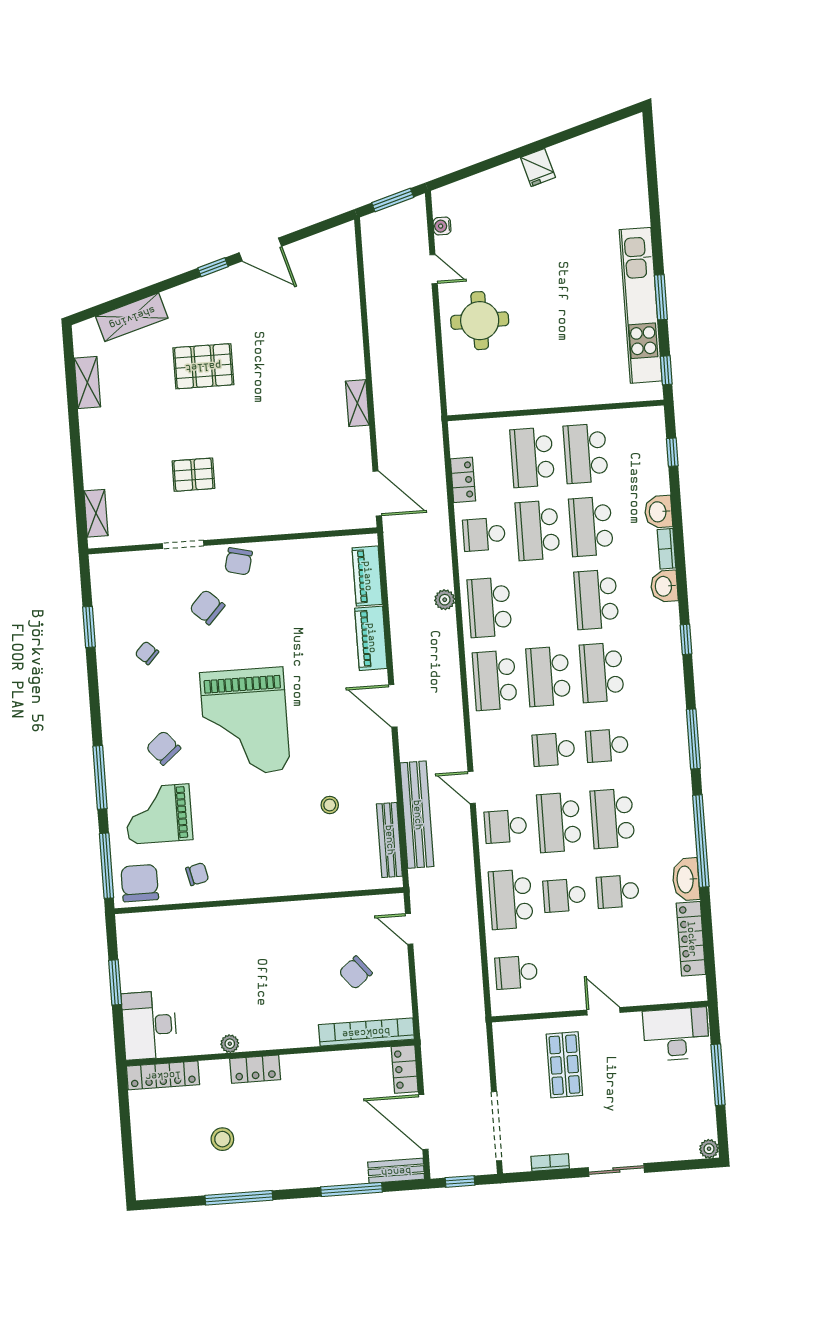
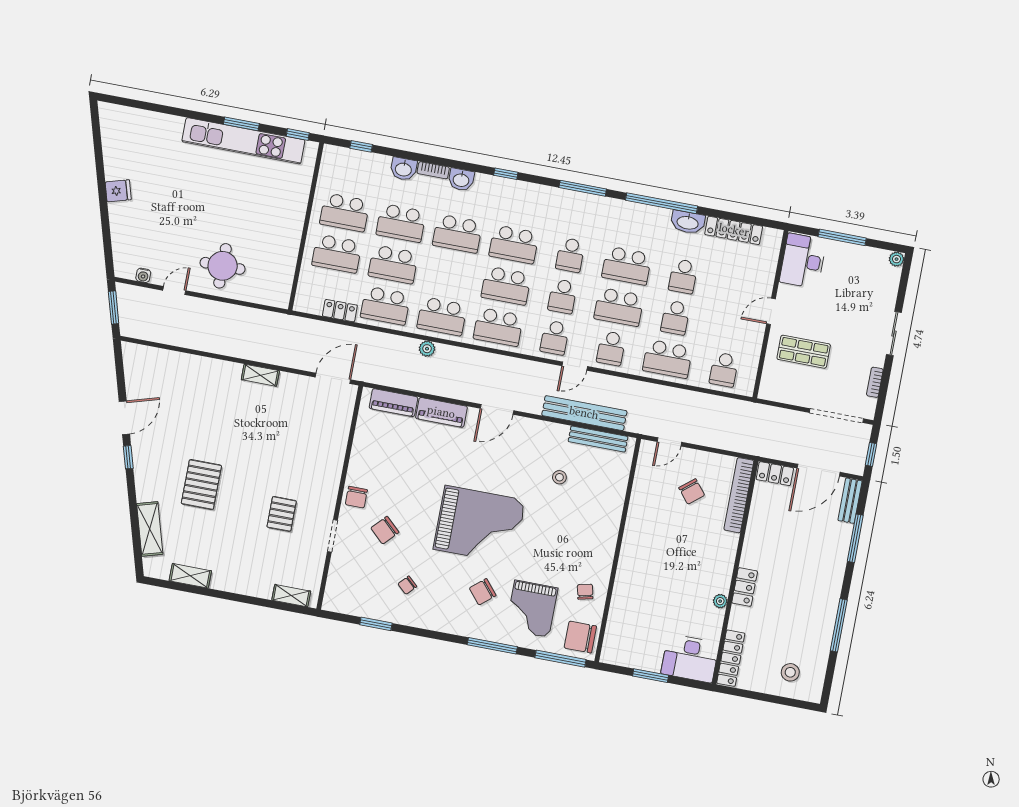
school desk: (484, 534) -> (385, 306), width x1.85
chair: (239, 561) -> (356, 497), turned 76
school desk: (500, 753) -> (555, 338), added
stool: (222, 1139) -> (790, 672), moved

